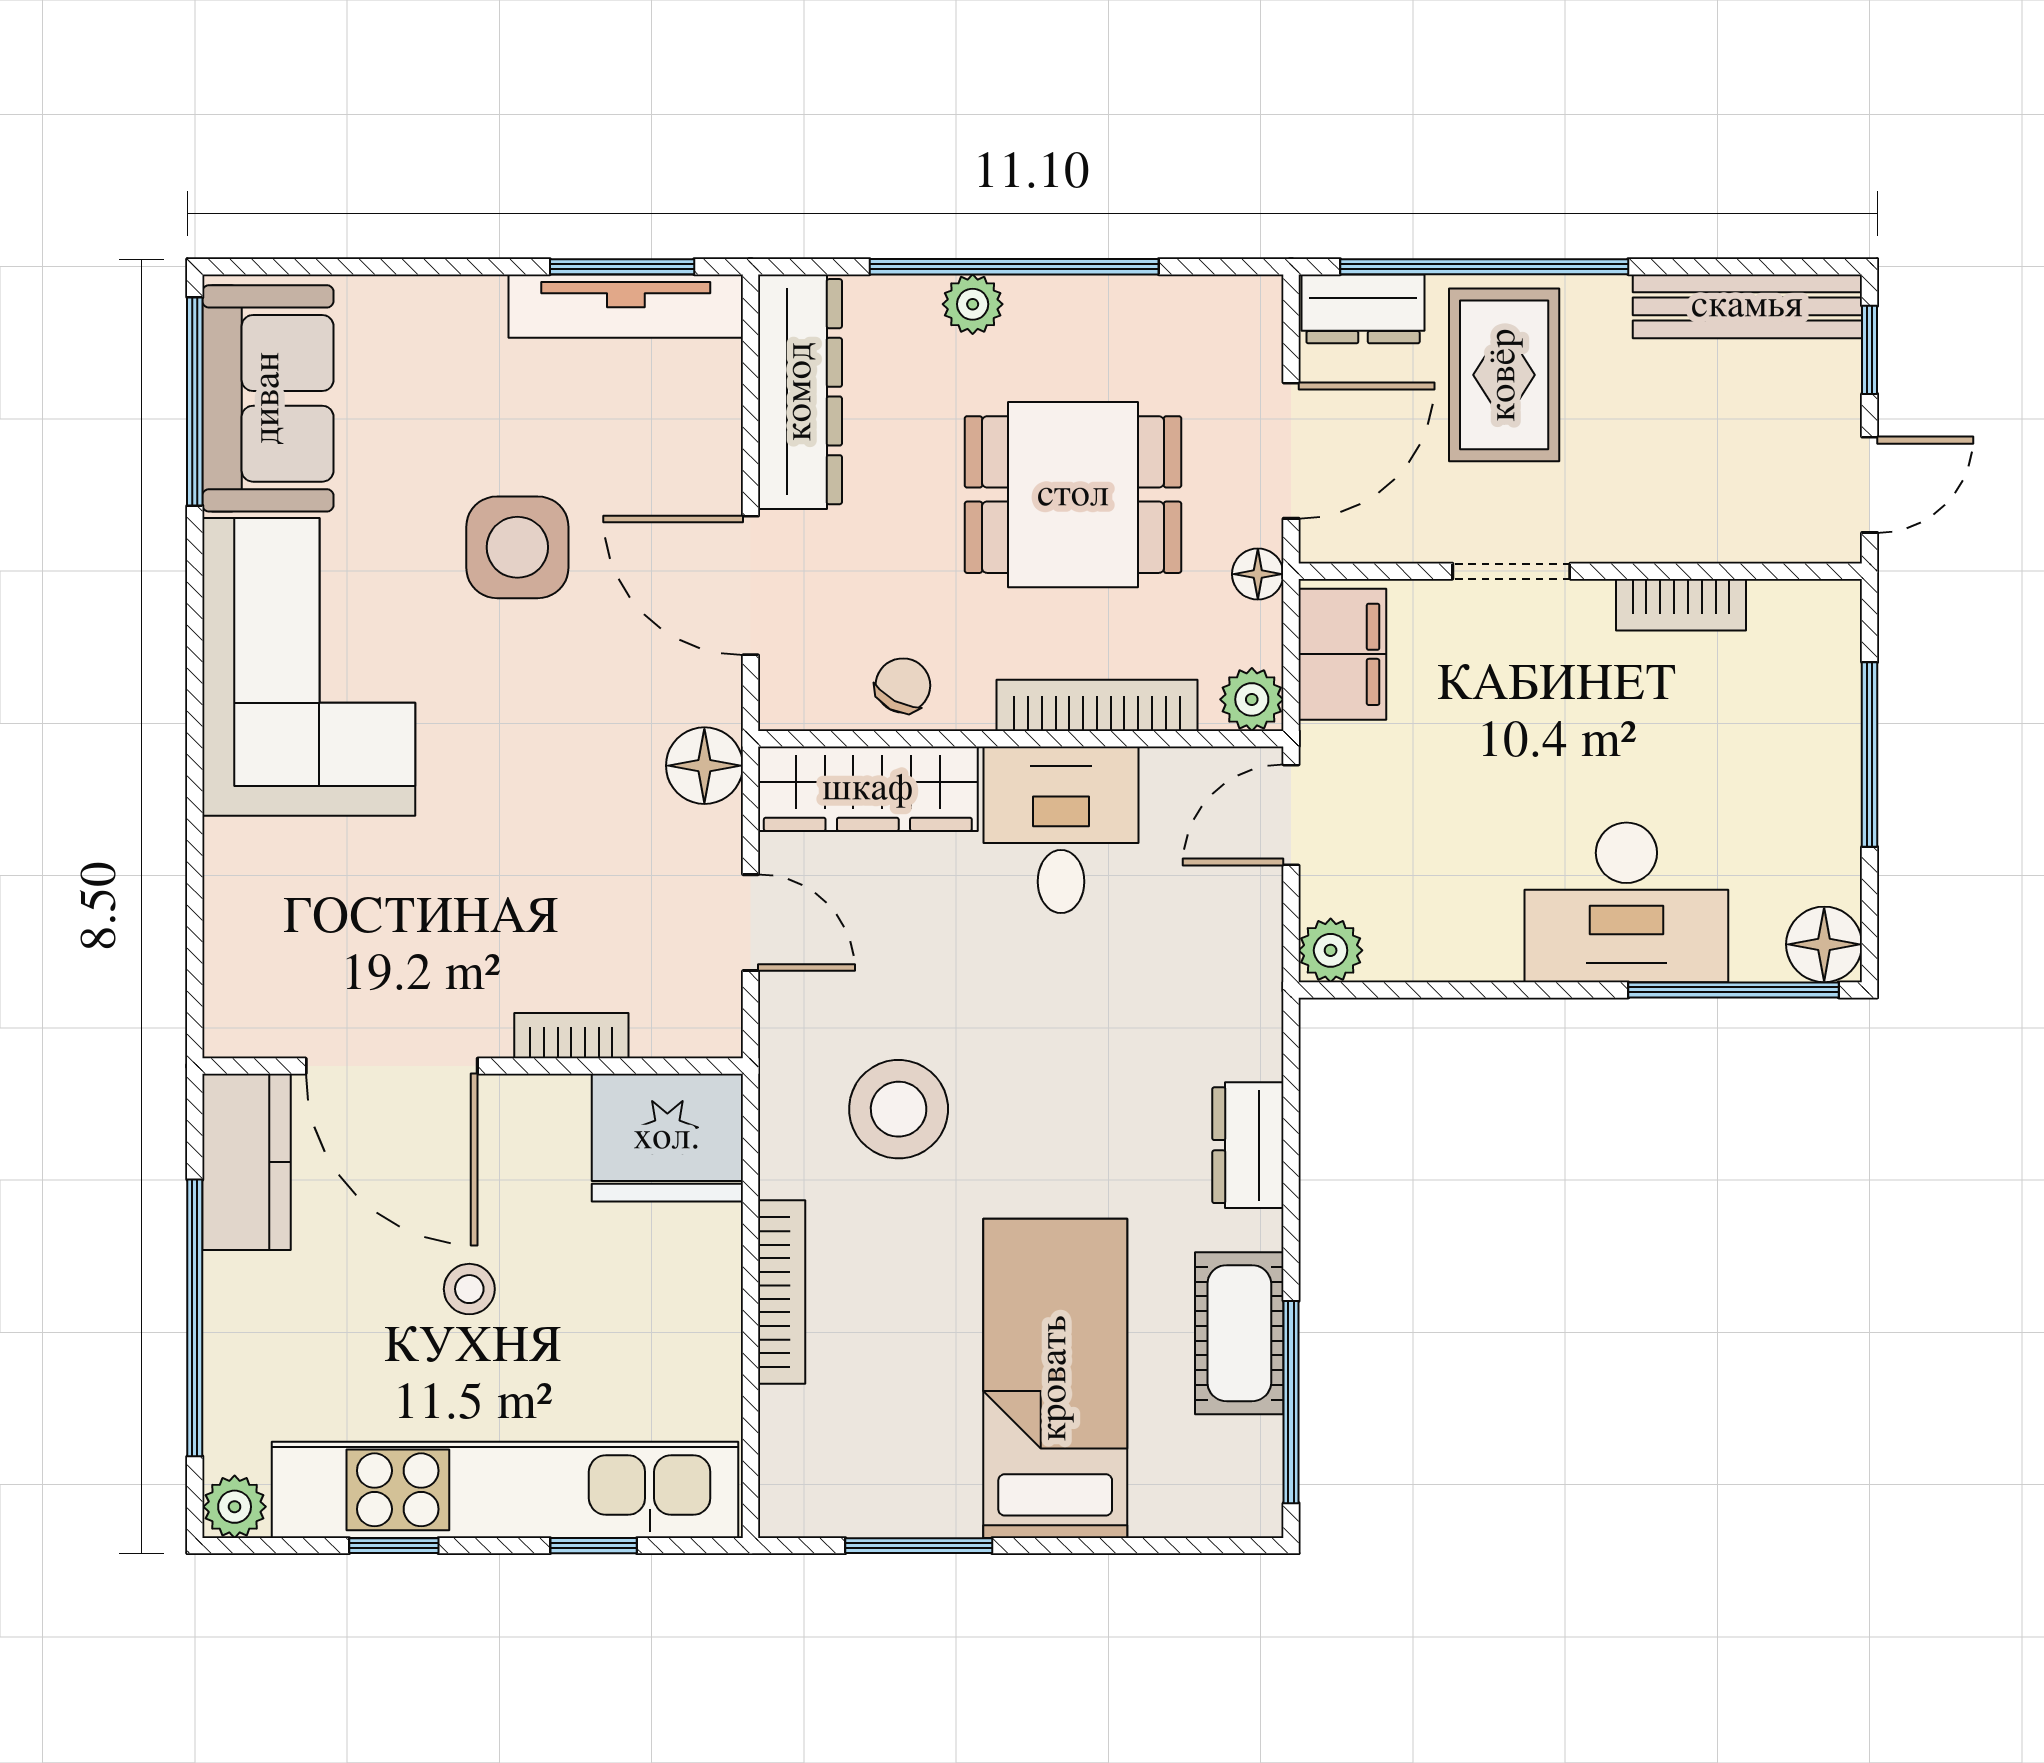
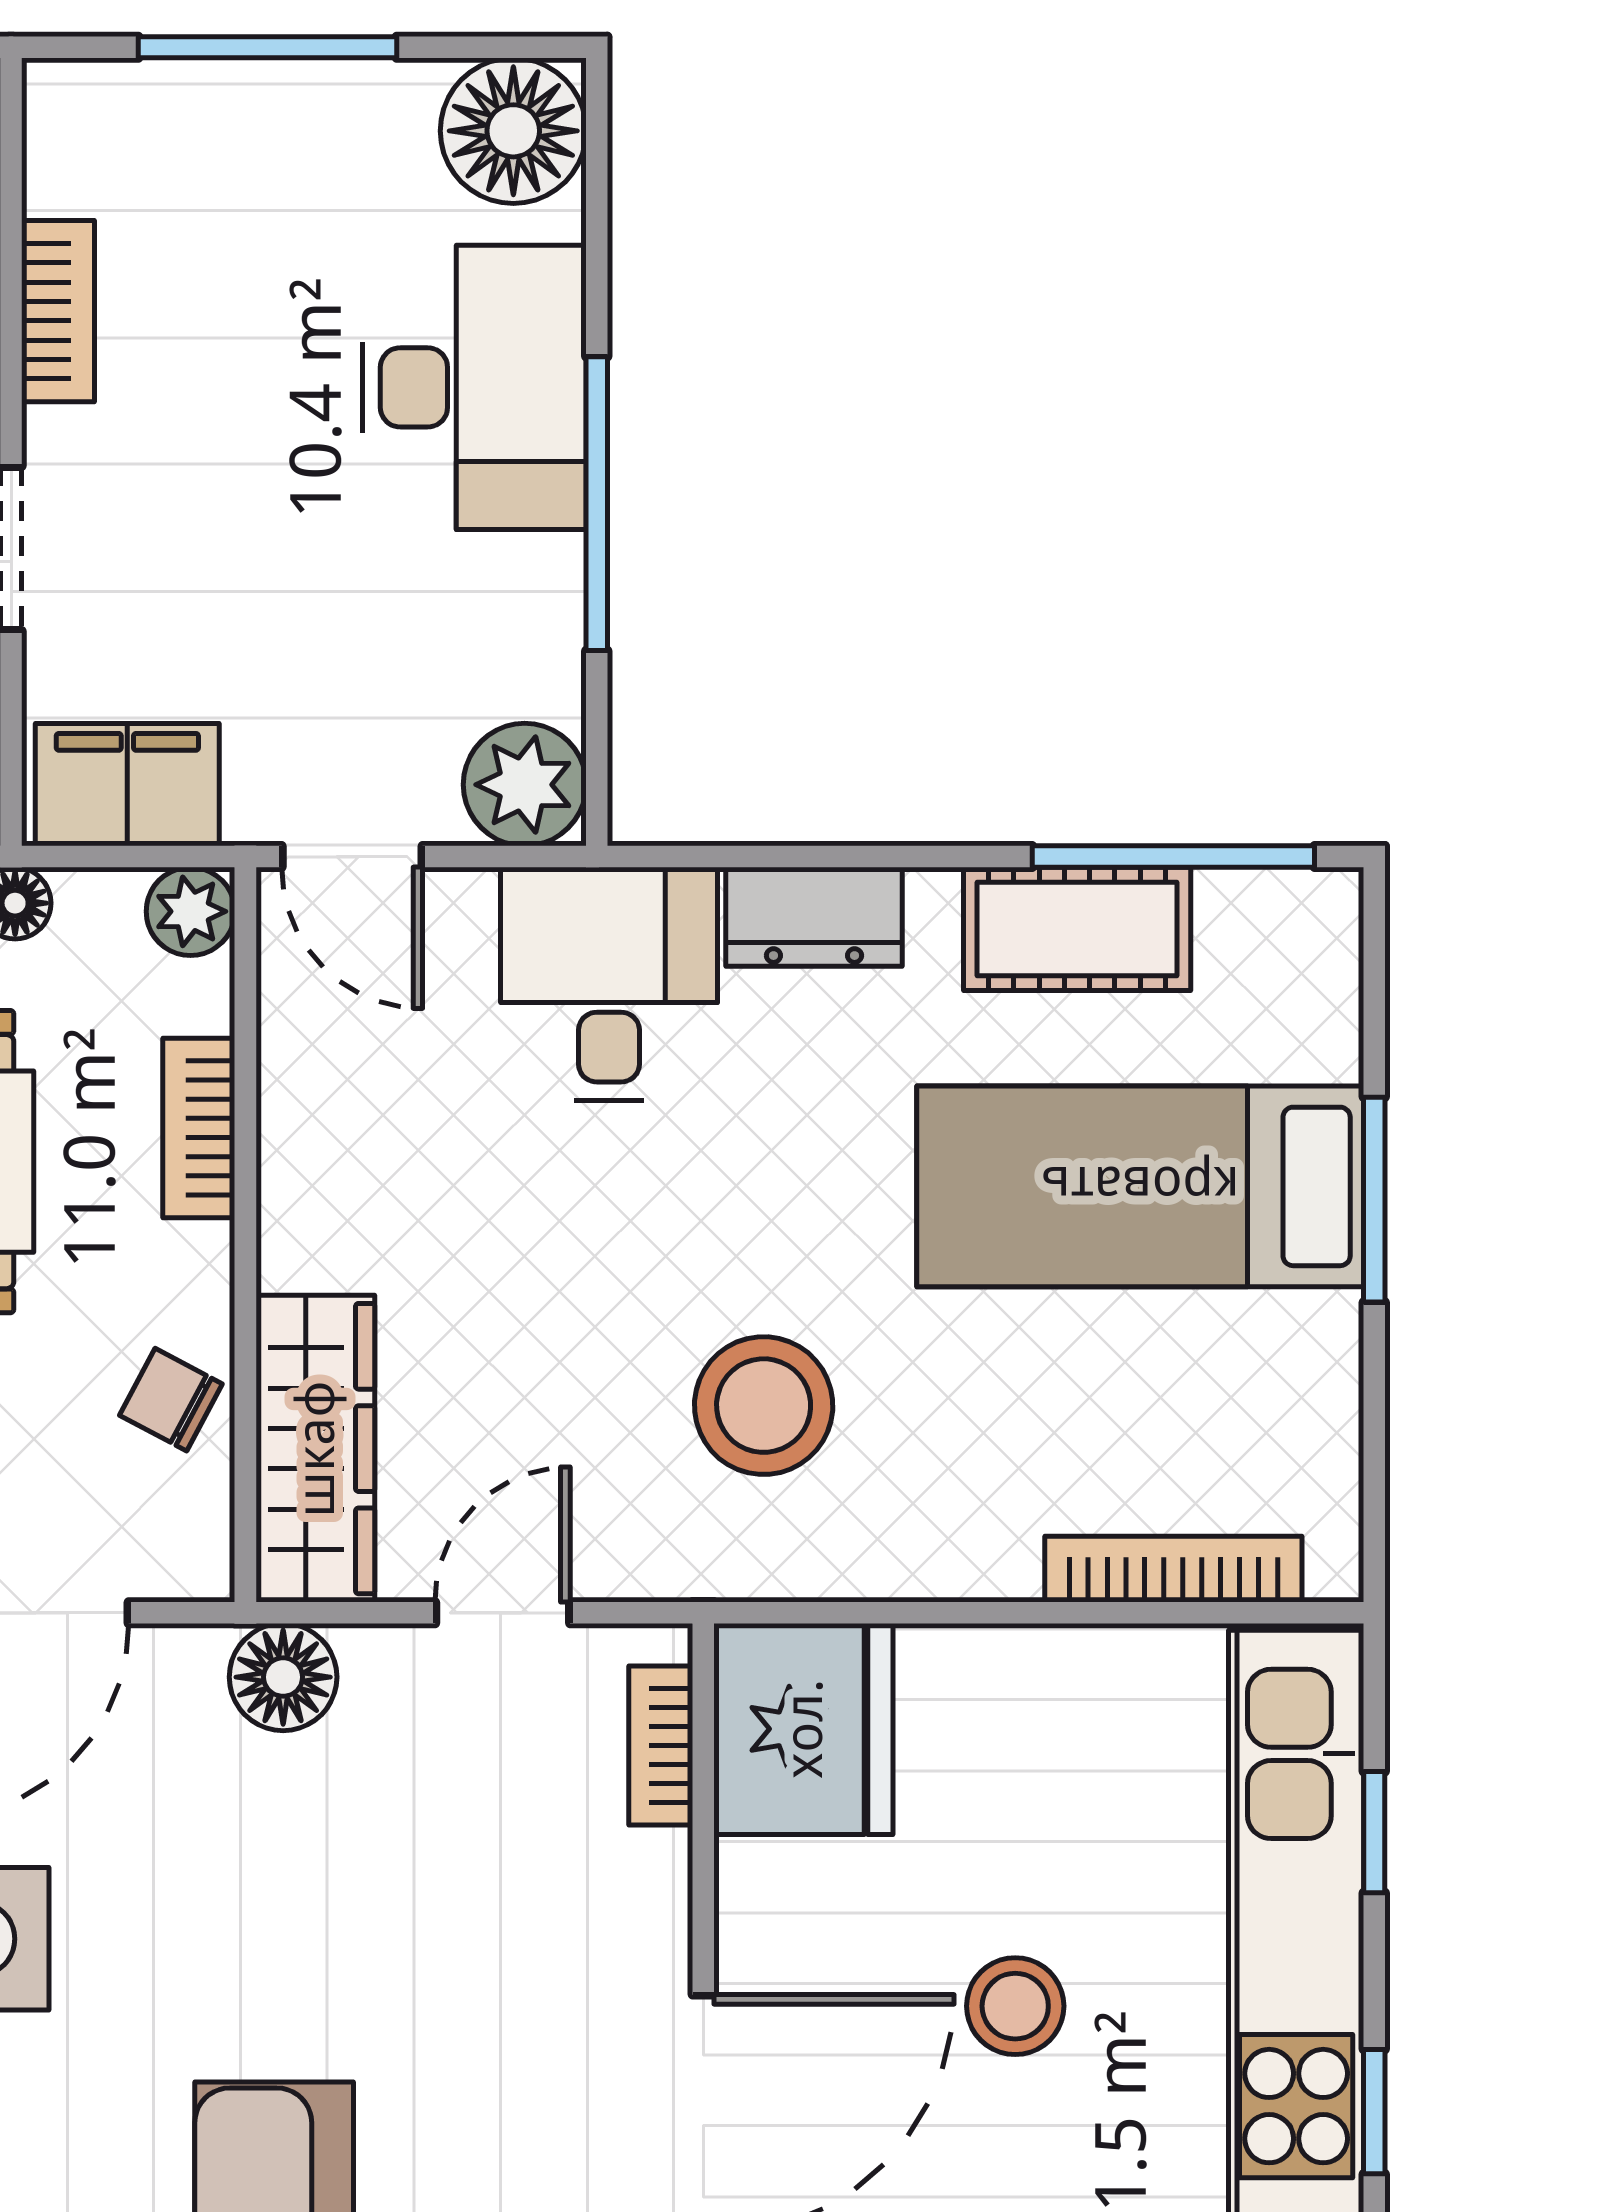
bookcase: (1097, 705) -> (199, 1128), width x0.64
desk: (1061, 830) -> (609, 984), moved, turned 90
floor lamp: (1824, 944) -> (513, 131), width x1.38, depth x1.38
plant: (1331, 950) -> (525, 785), width x1.38, depth x1.38
window: (1733, 990) -> (597, 504), moved
bookcase: (571, 1036) -> (661, 1746), moved
stool: (469, 1289) -> (1015, 2006), width x1.37, depth x1.37
bookcase: (782, 1292) -> (1173, 1569), moved
window: (919, 1546) -> (1374, 1200), moved

